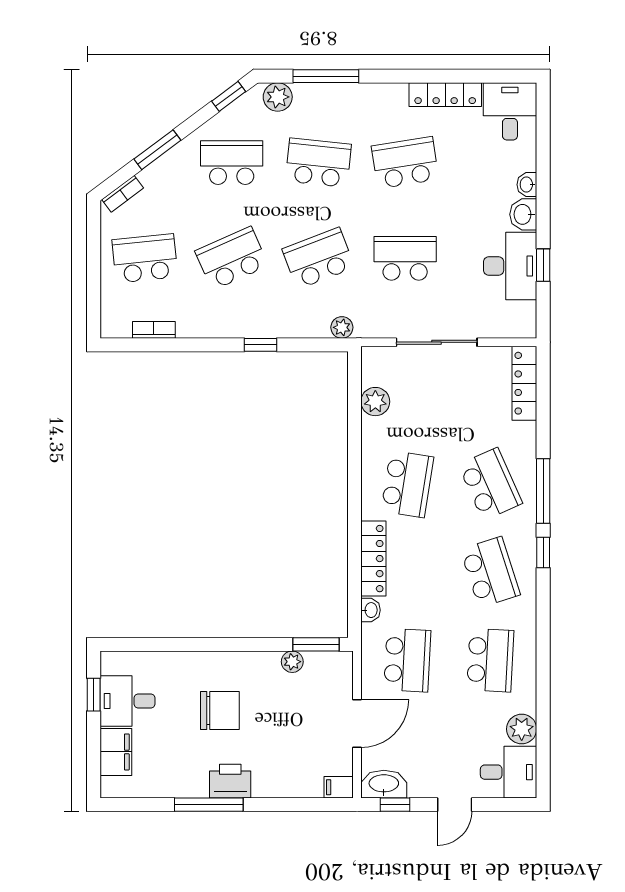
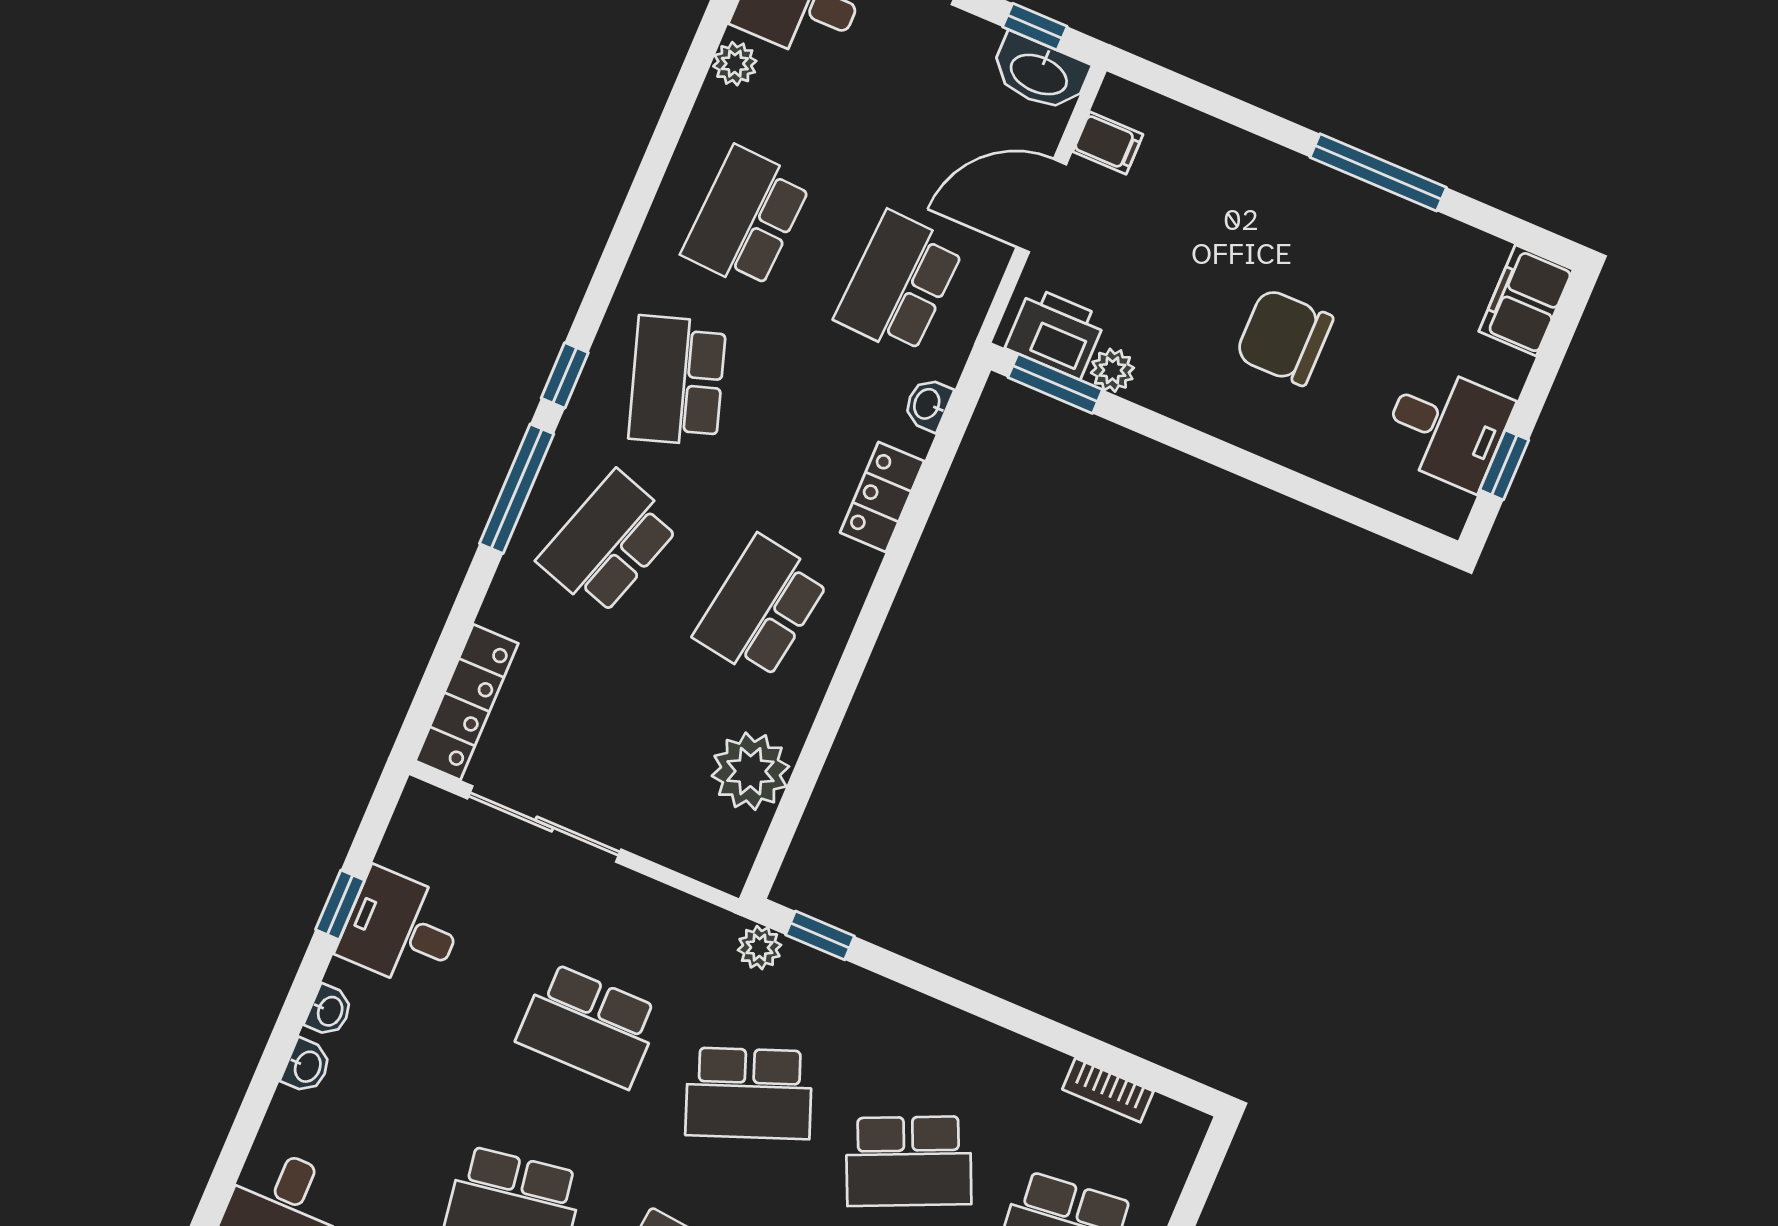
washbasin: (523, 214) -> (329, 1011), width x0.72, depth x0.69
desk: (510, 266) -> (401, 929), width x0.73
sliding door: (437, 342) -> (544, 824), moved
window: (260, 345) -> (820, 935), moved
plant: (375, 402) -> (750, 771), width x1.36, depth x1.36
school desk: (490, 484) -> (608, 543), turned 42
locker: (373, 559) -> (882, 497), width x0.66
plant: (522, 729) -> (735, 64), width x0.73, depth x0.73
filing cabinet: (116, 752) -> (1526, 300), moved
printer: (230, 781) -> (1056, 333), moved, turned 180
filing cabinet: (339, 787) -> (1108, 143), moved

